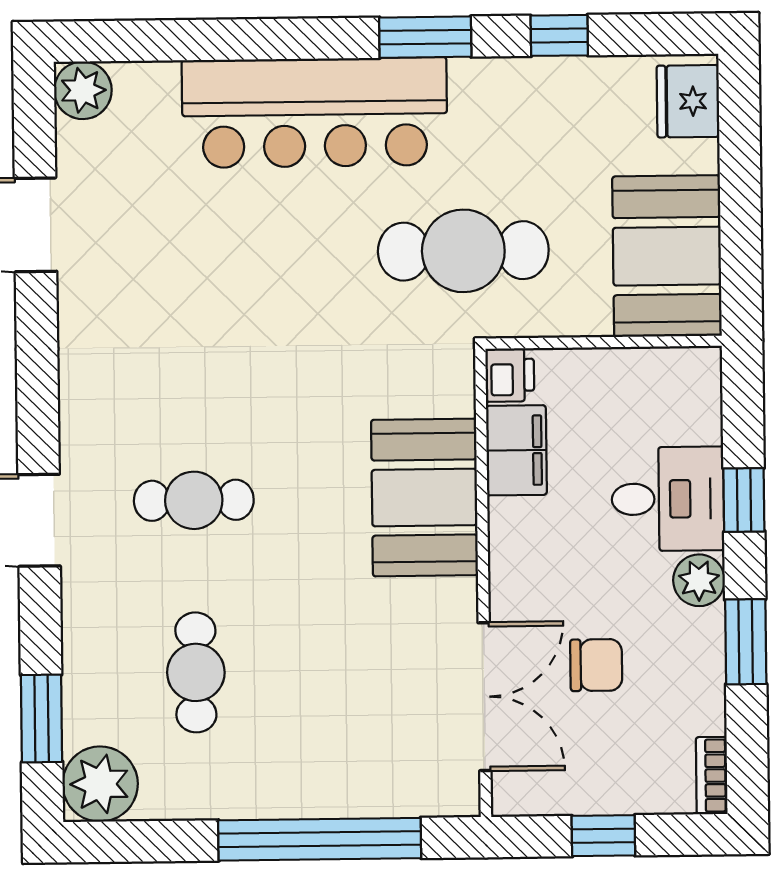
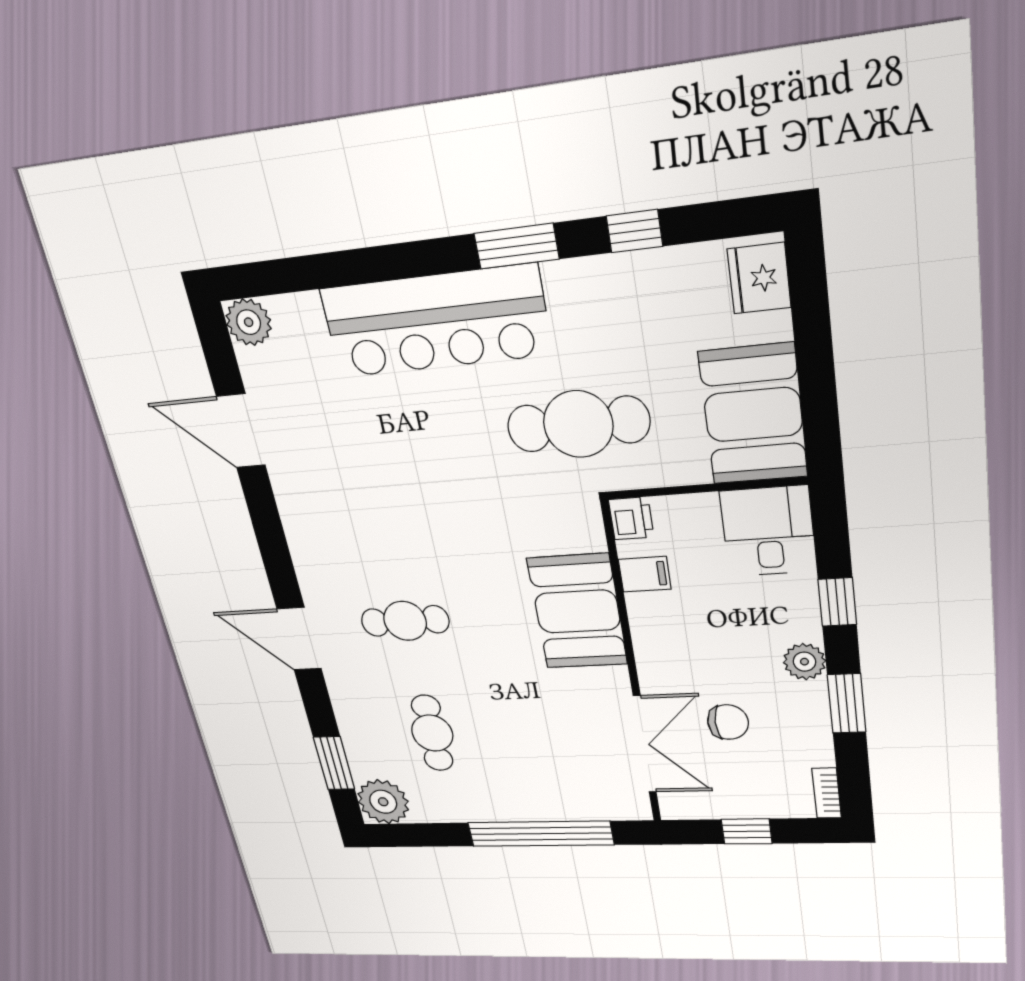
filing cabinet: (516, 450) -> (645, 574), width x0.50
desk: (668, 499) -> (768, 531), moved, turned -90

